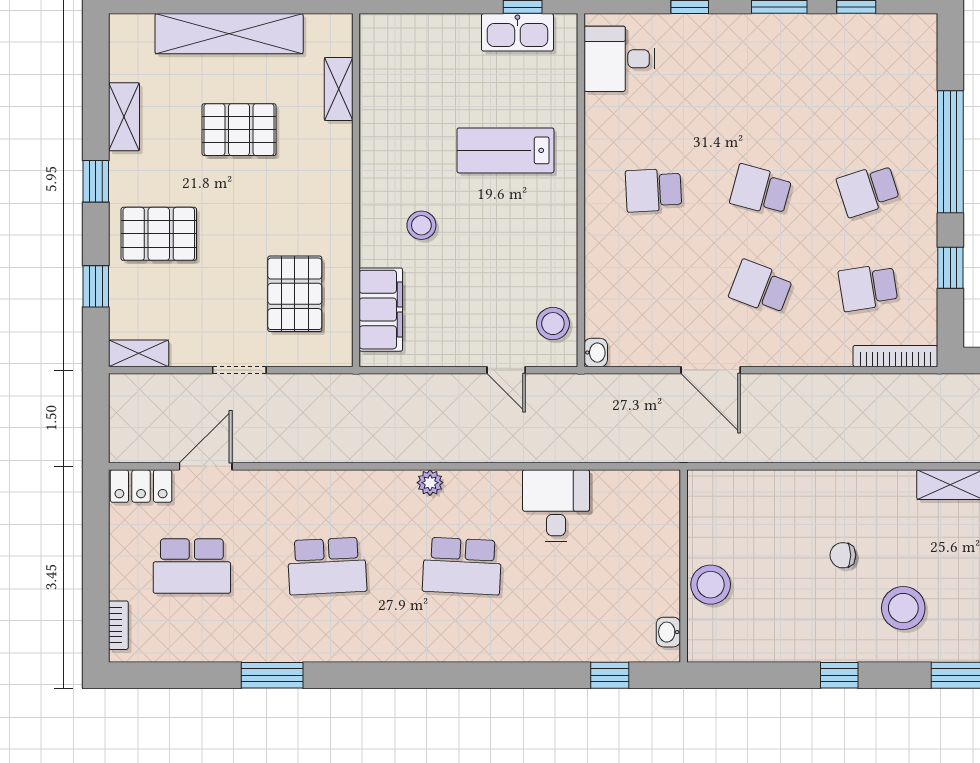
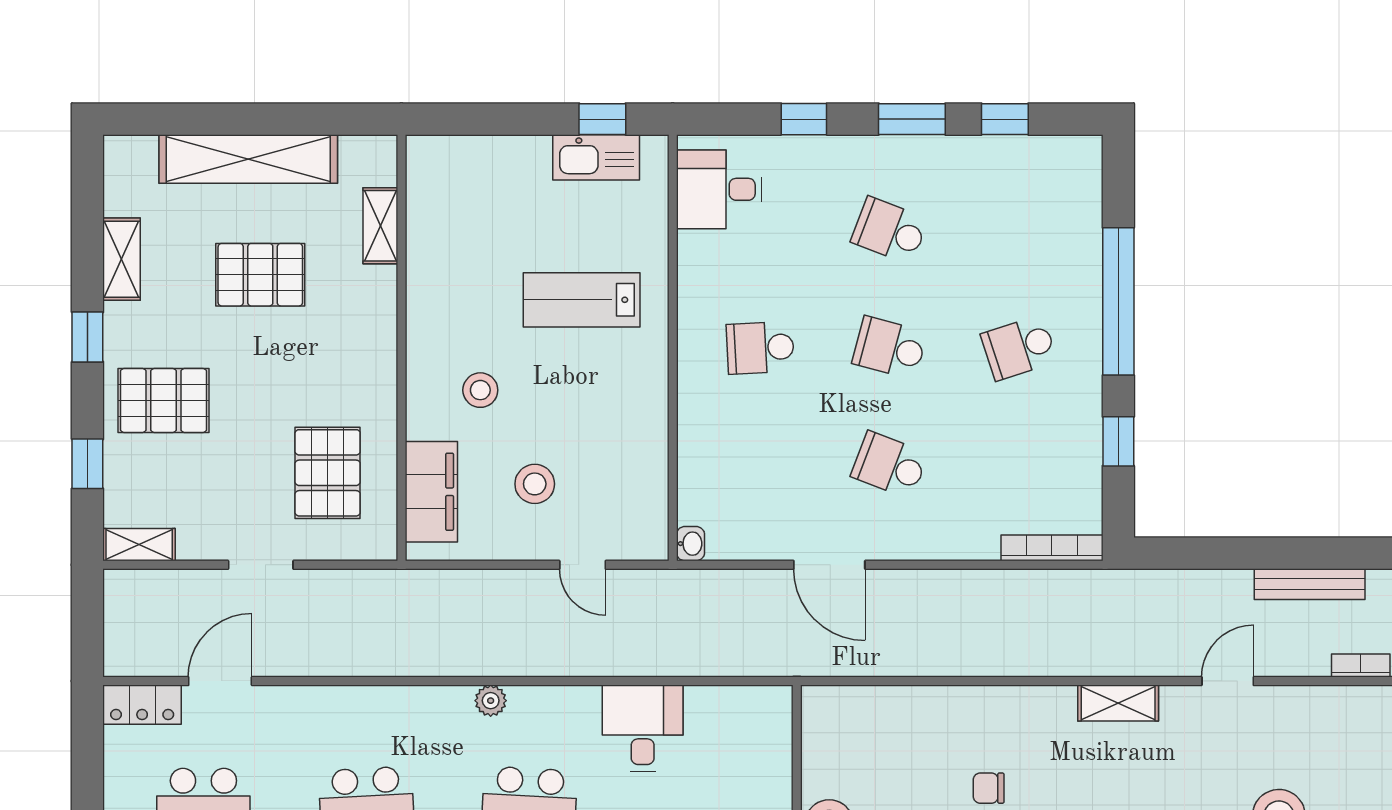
school desk: (868, 287) -> (890, 231), moved, turned 30
stool: (553, 324) -> (535, 484), moved

